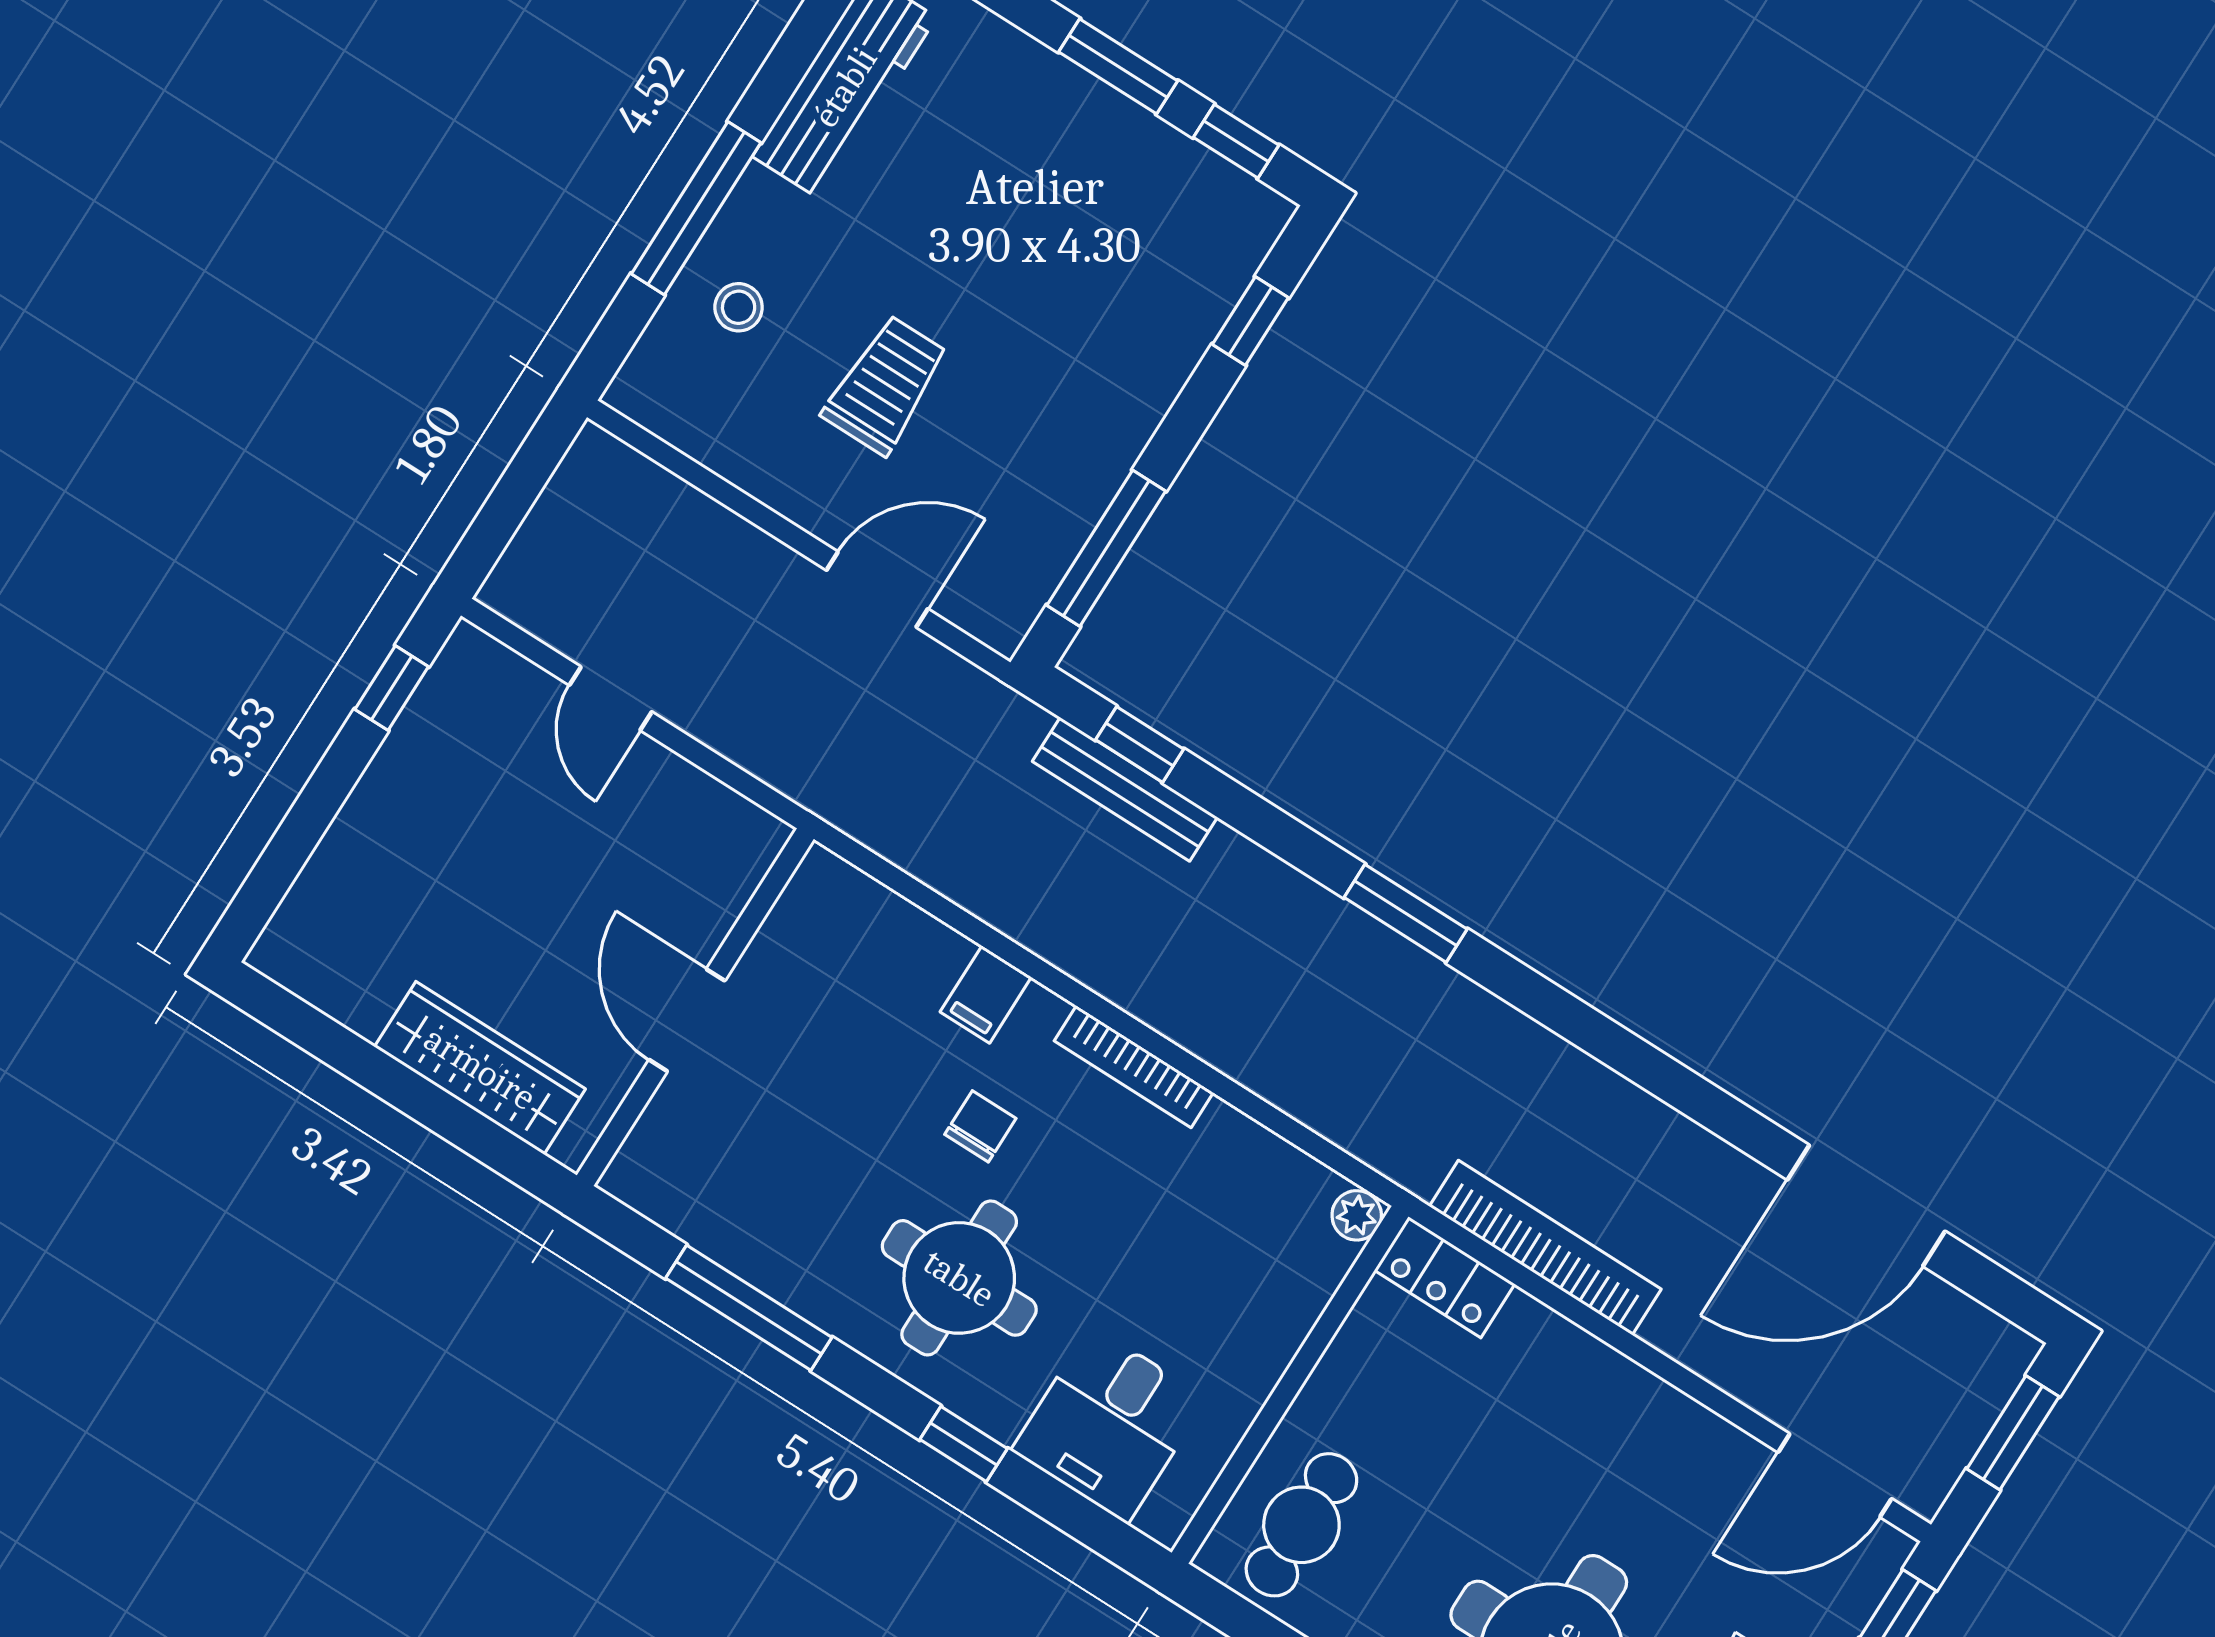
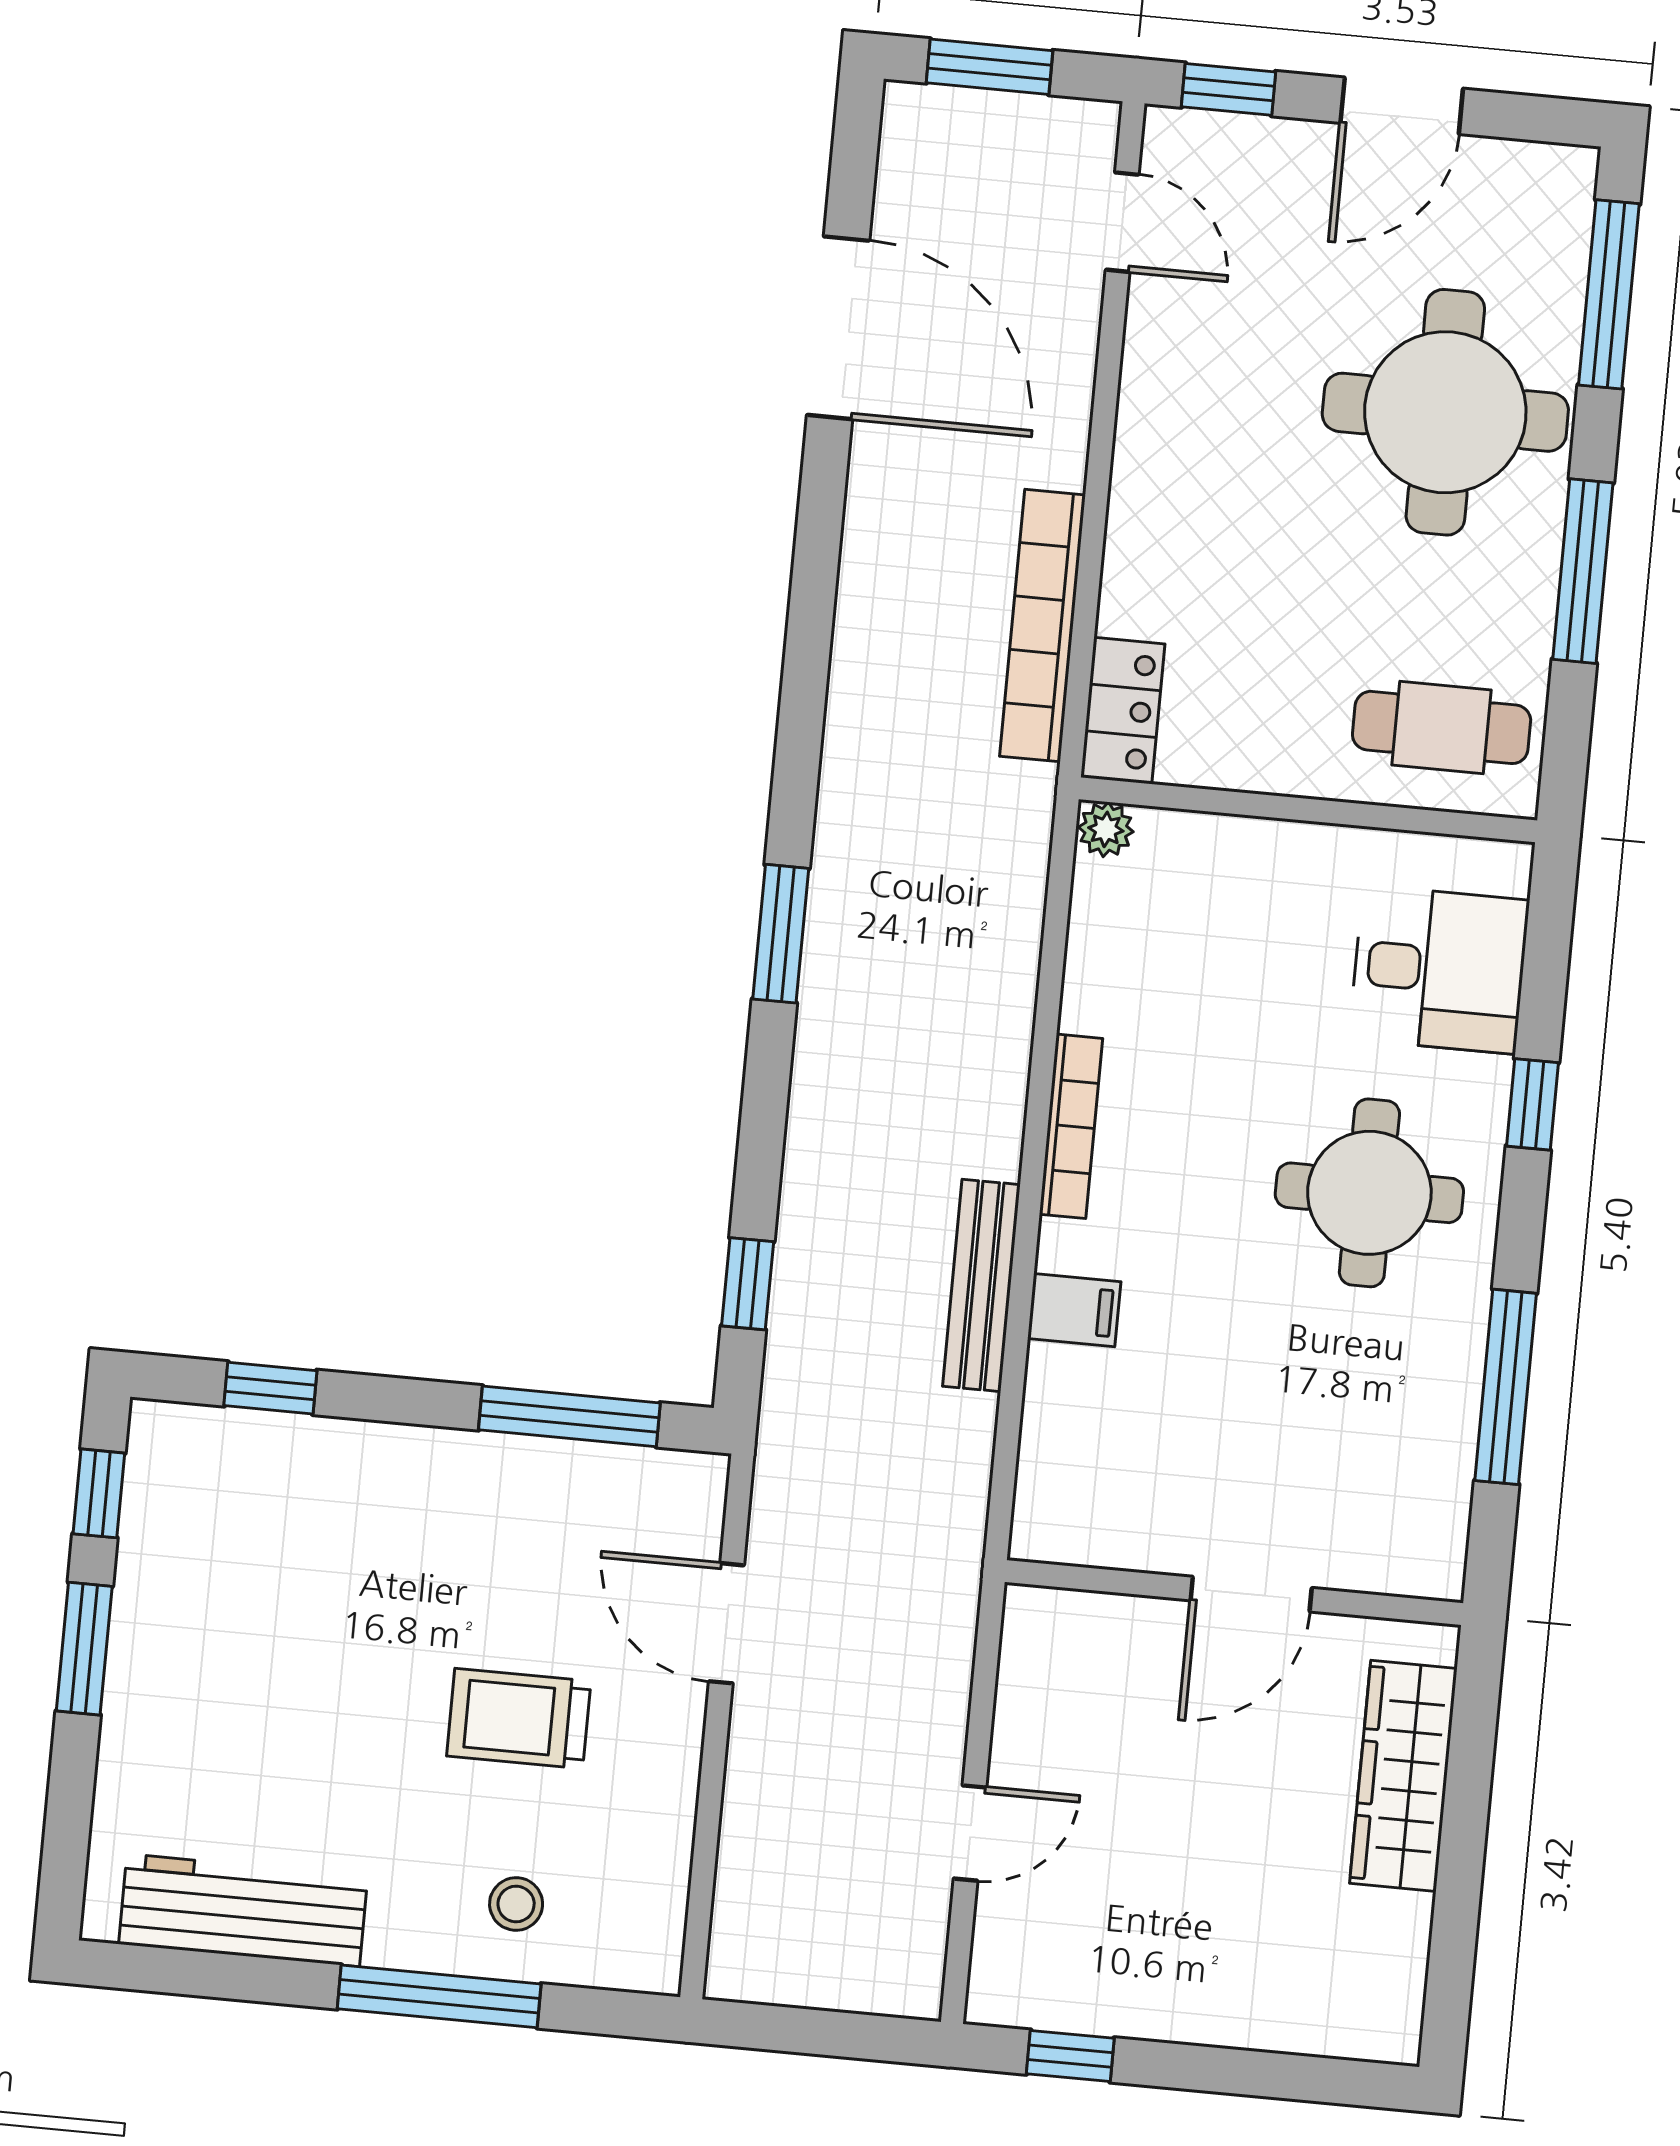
bench: (1125, 789) -> (981, 1285), moved
chair: (980, 1126) -> (1208, 1249), removed
door: (1835, 1475) -> (1122, 222), width x0.73

